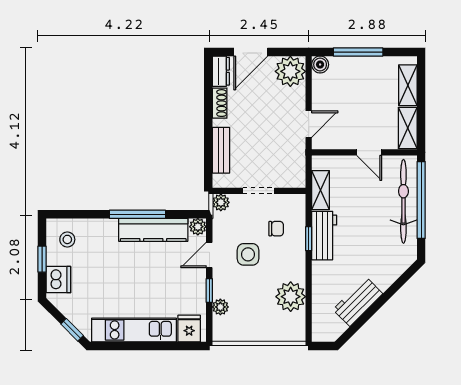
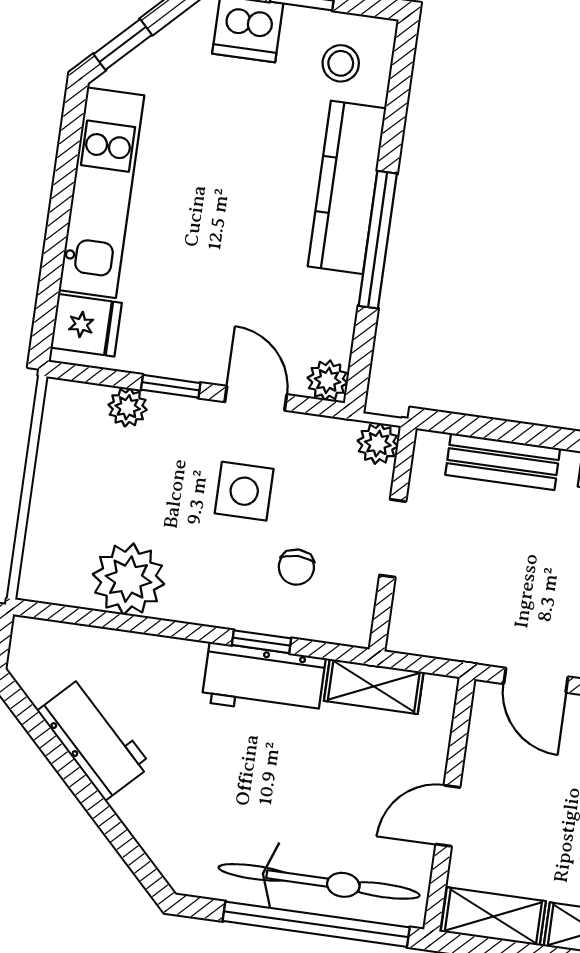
kitchen counter: (153, 230) -> (347, 187), moved

